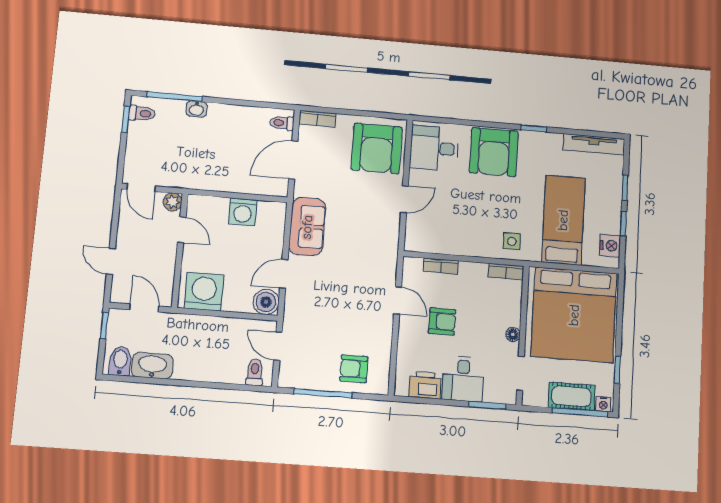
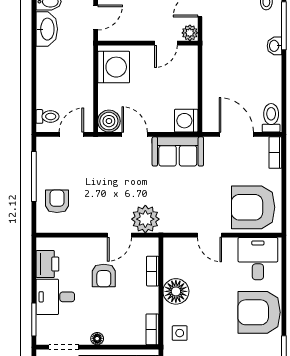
toilet: (282, 123) -> (271, 118), width x1.37, depth x1.39
washing machine: (243, 212) -> (186, 121), moved
floor lamp: (465, 242) -> (176, 291), added
plant: (381, 269) -> (145, 219), added

